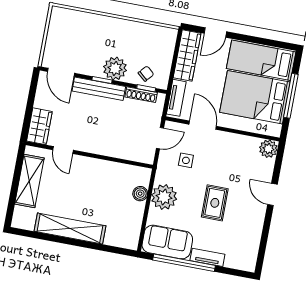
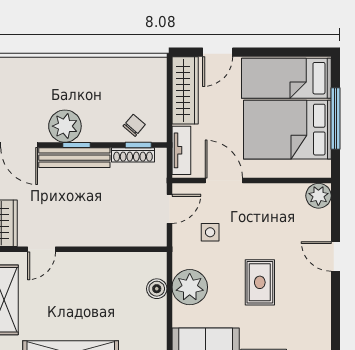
plant: (115, 68) -> (65, 126), moved
door: (63, 150) -> (42, 249), hinge flipped

